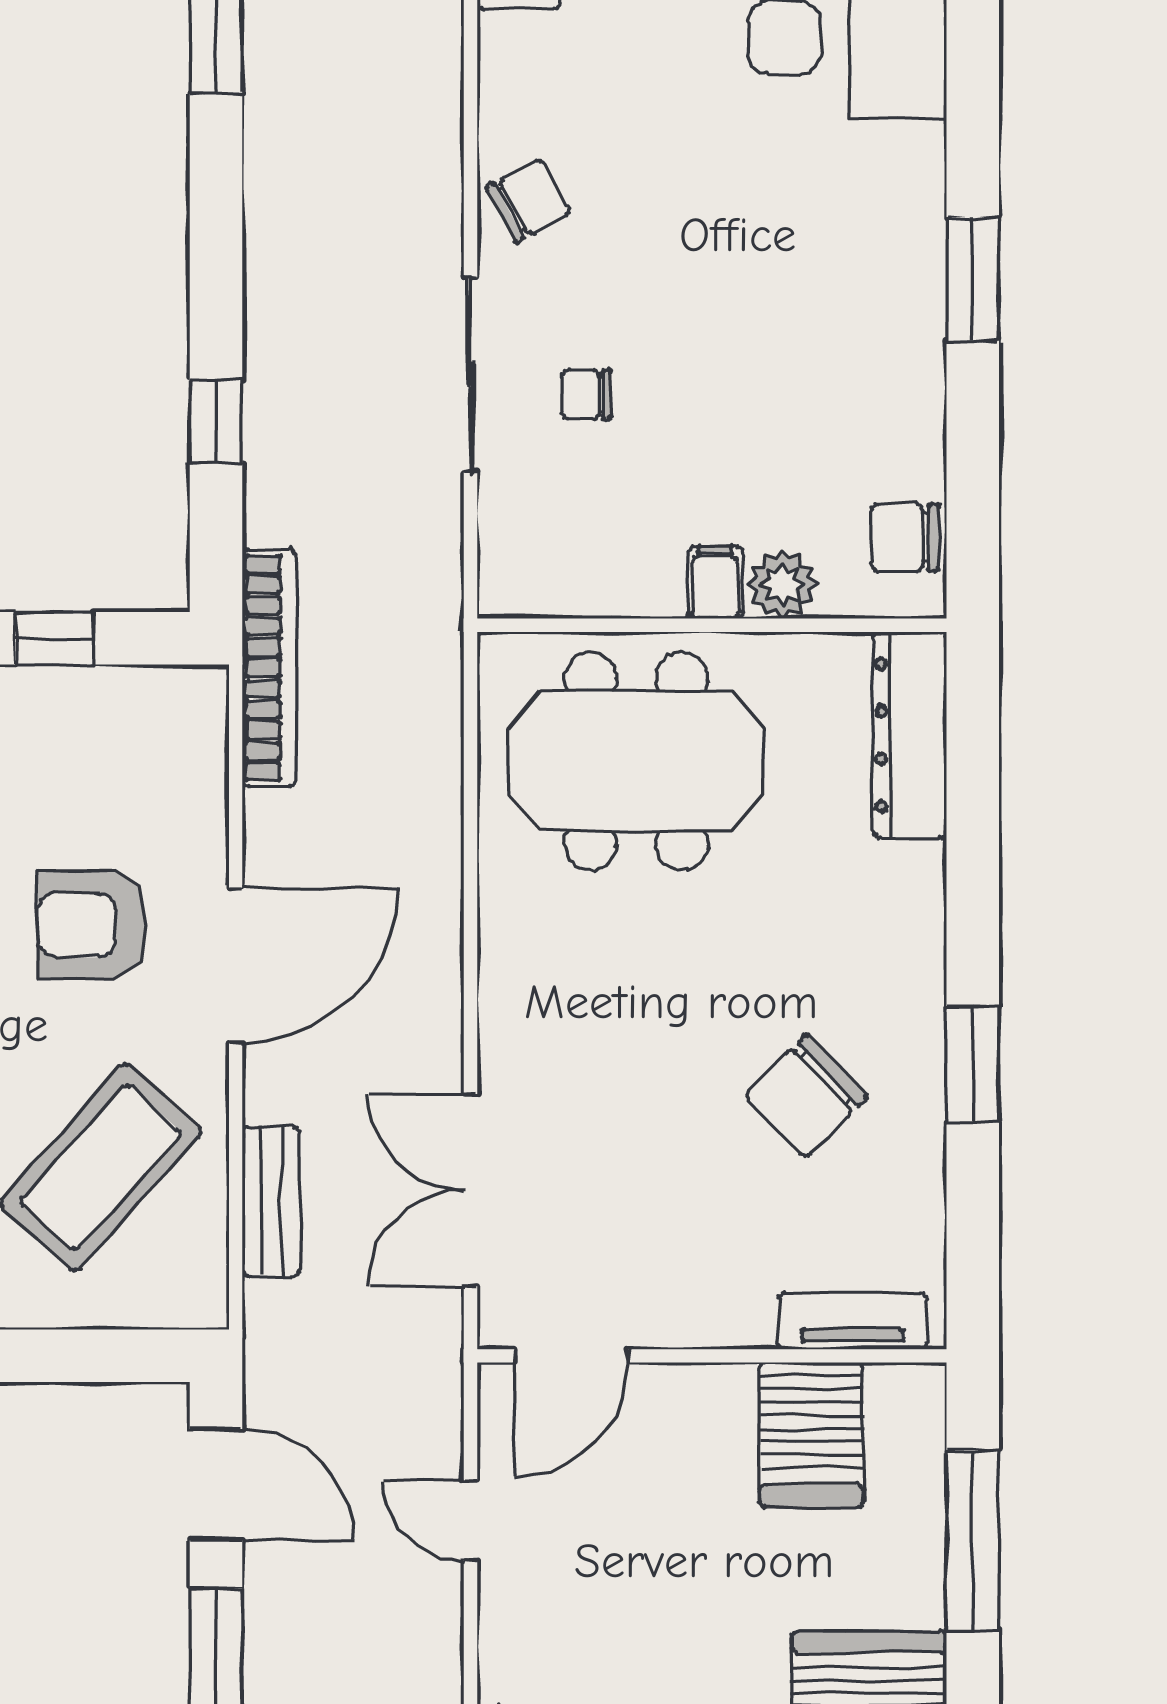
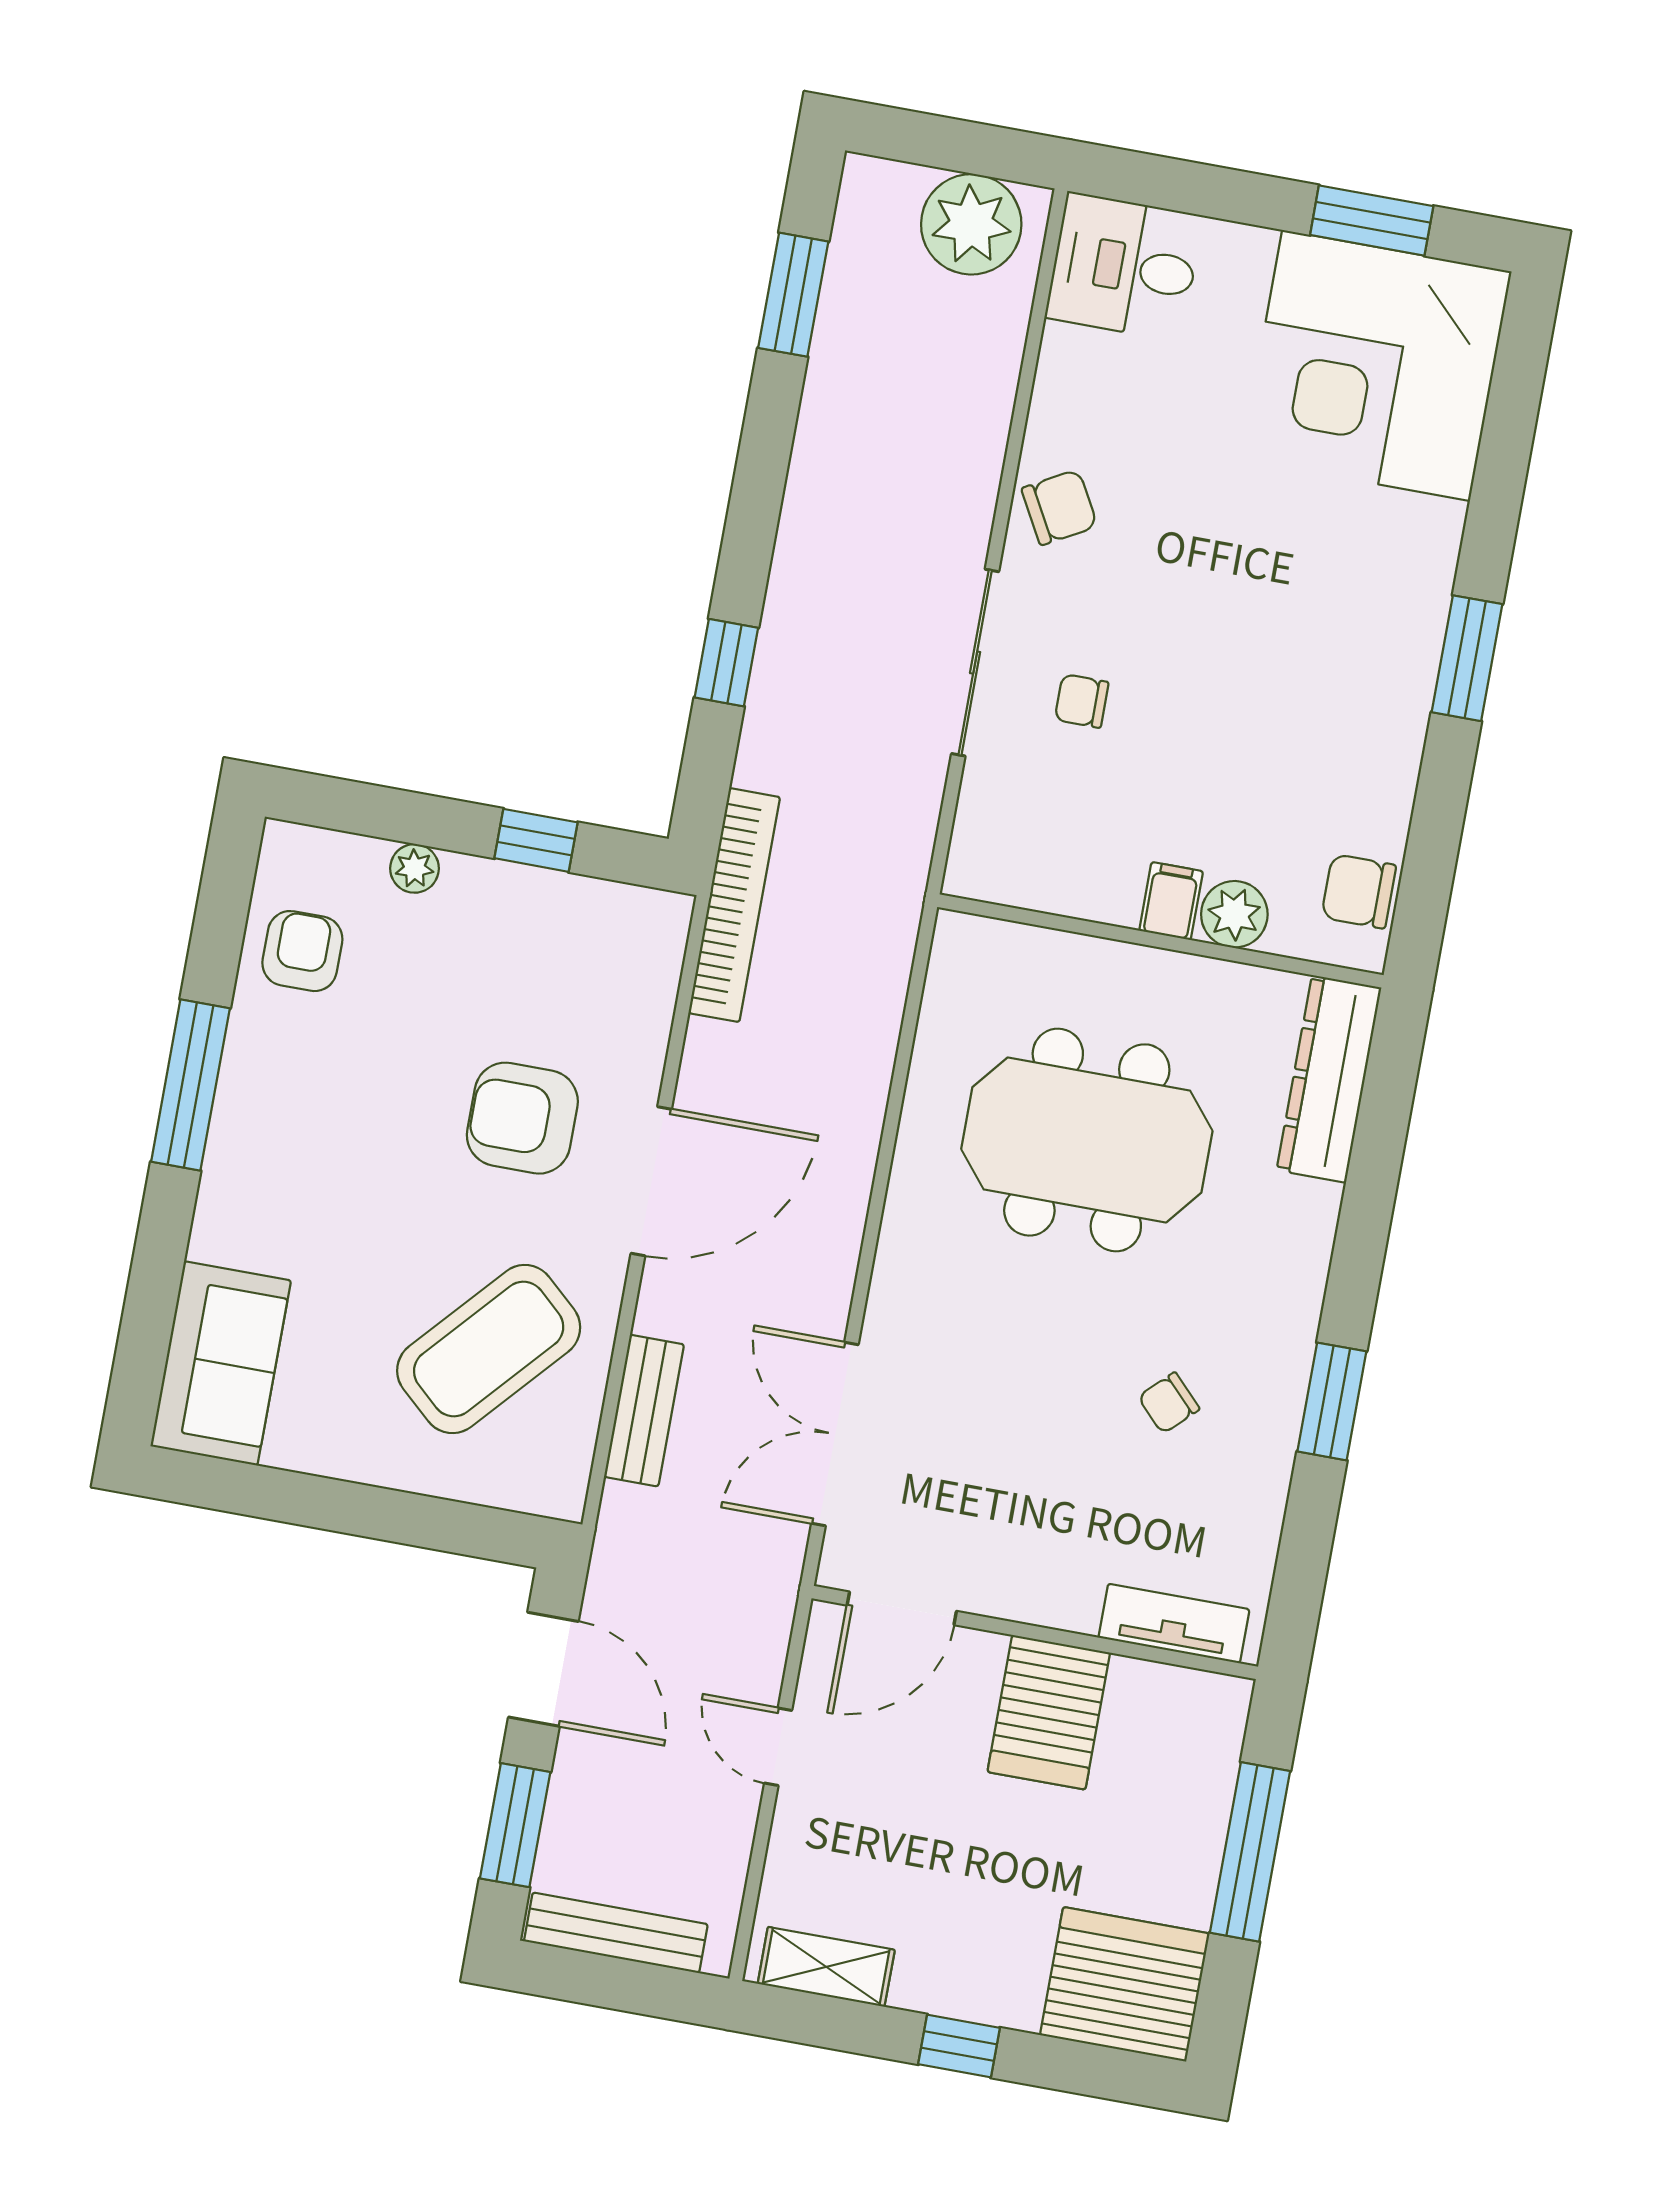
meeting table: (636, 761) -> (1087, 1140), moved
chair: (806, 1096) -> (1169, 1403), width x0.54, depth x0.54
server rack: (811, 1435) -> (1049, 1712), moved

